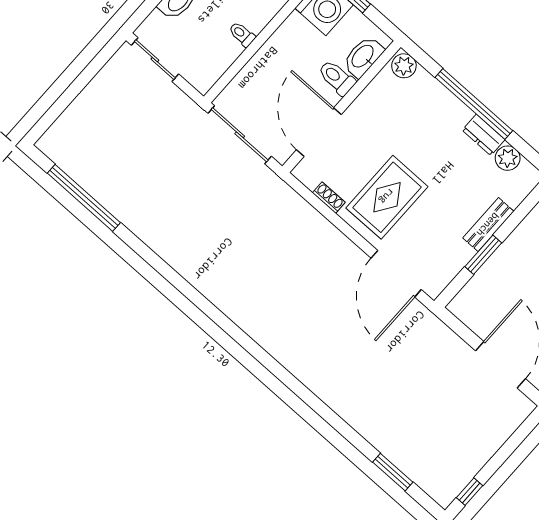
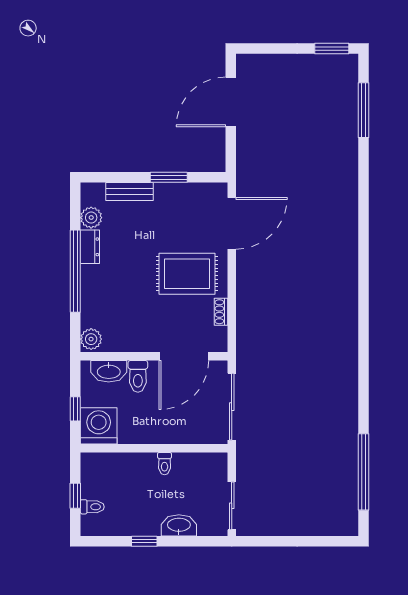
bench: (488, 225) -> (130, 191), moved
window: (393, 472) -> (364, 110), width x1.44
window: (470, 492) -> (332, 49), width x1.50

